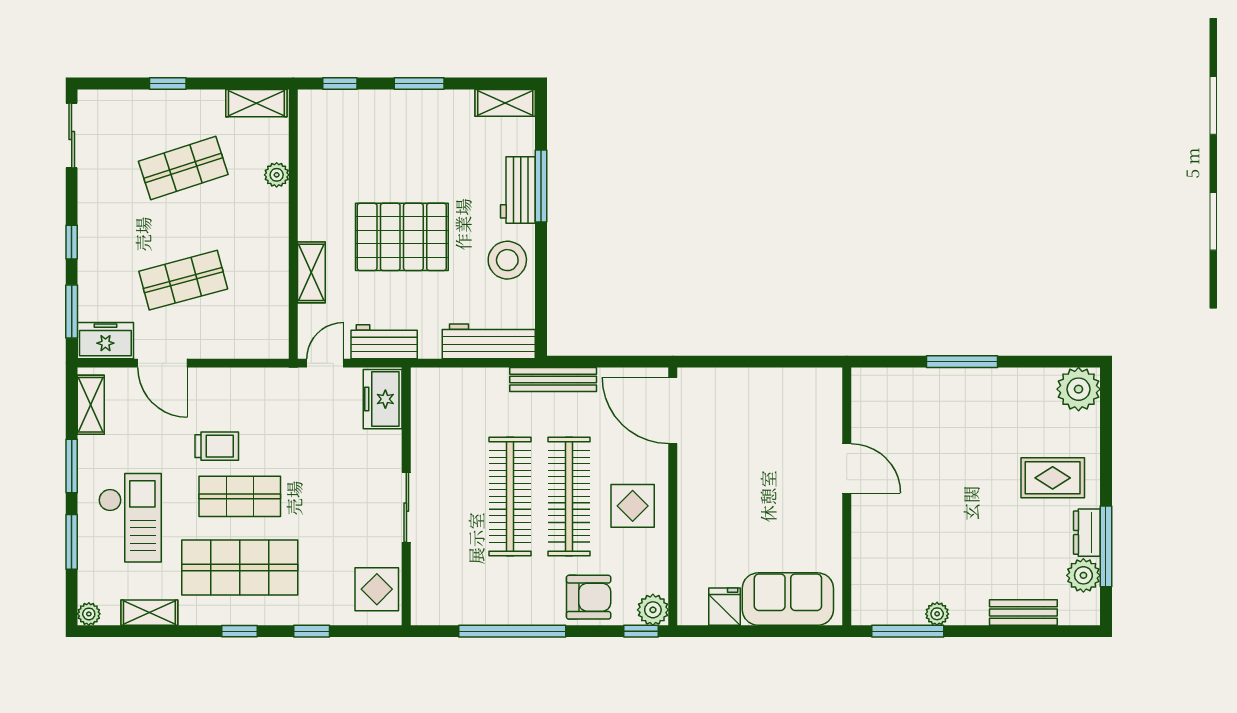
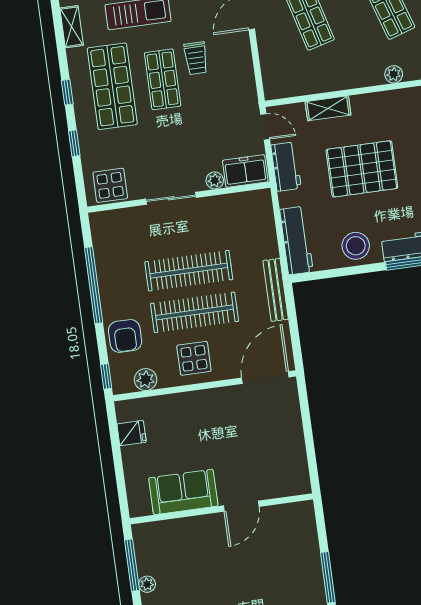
pallet: (402, 237) -> (362, 169), turned 90
plant: (390, 443) -> (215, 180), added
sofa: (788, 599) -> (183, 492), moved, turned -90
plant: (653, 610) -> (146, 380), moved

